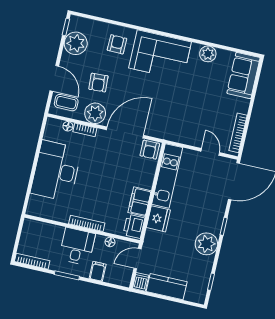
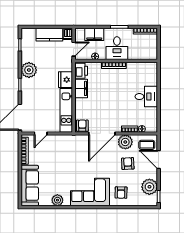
sofa: (243, 75) -> (30, 186), width x1.36
door: (210, 152) -> (41, 133), hinge flipped
desk: (56, 171) -> (146, 97), width x0.53, depth x0.77
filing cabinet: (98, 271) -> (94, 34), width x2.00

